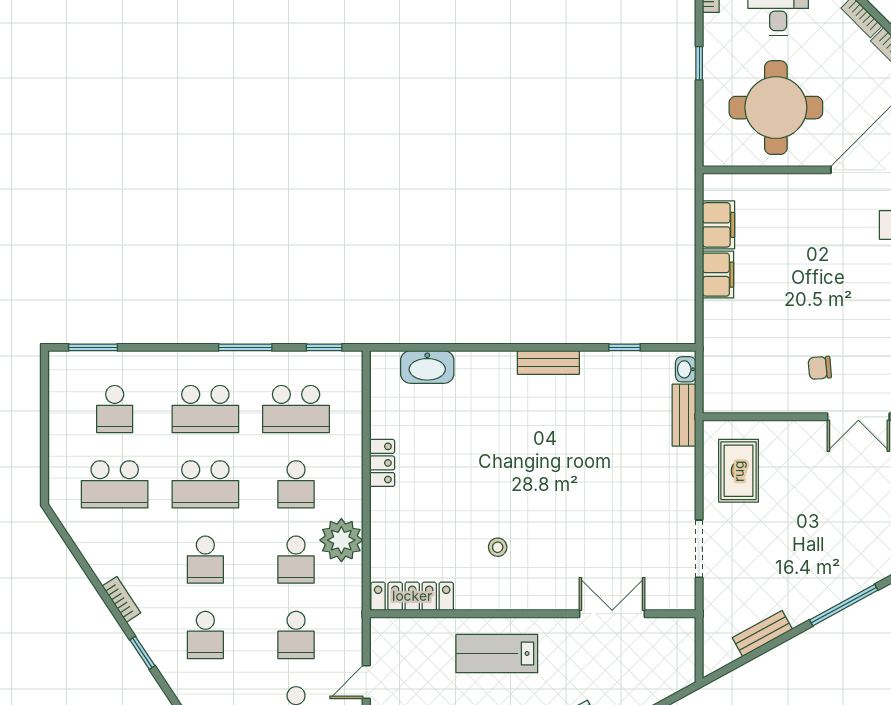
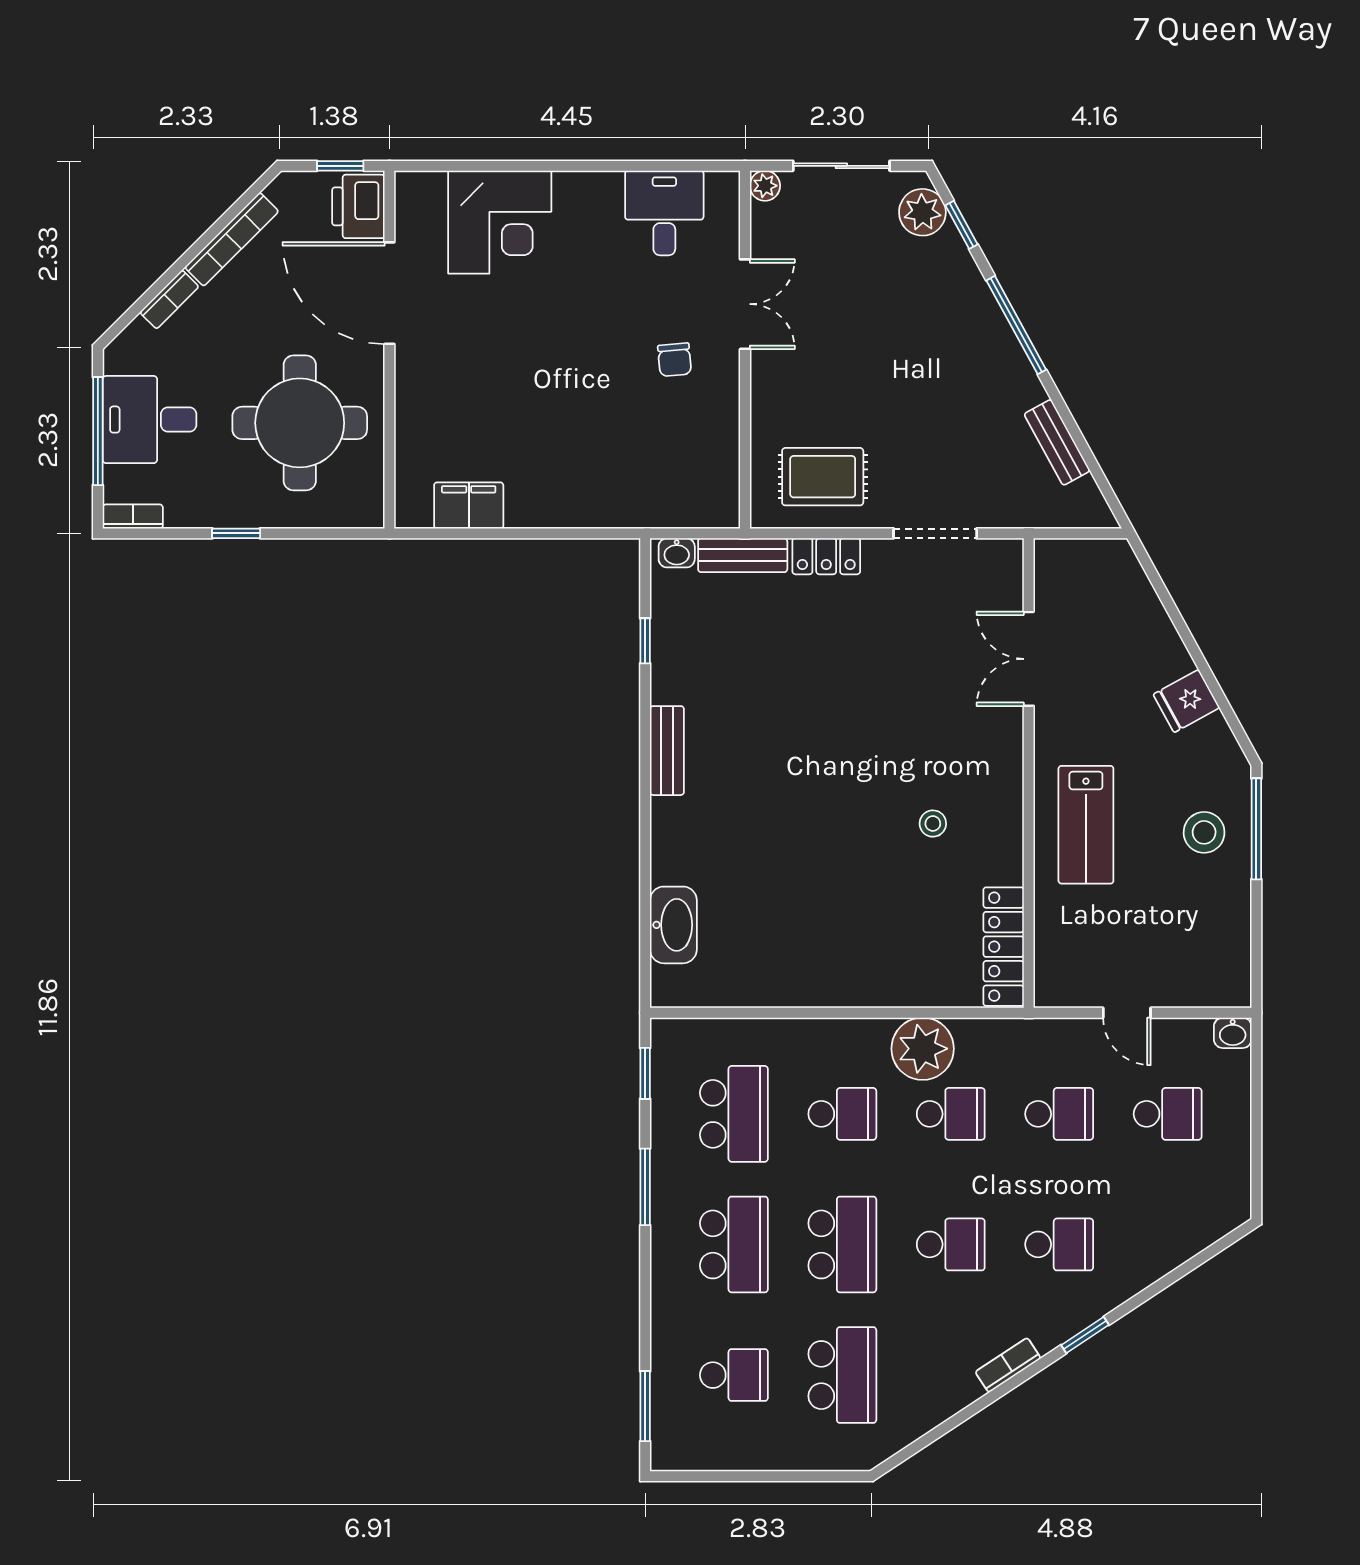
filing cabinet: (718, 275) -> (540, 506), removed
locker: (382, 463) -> (826, 556), moved, turned 180

